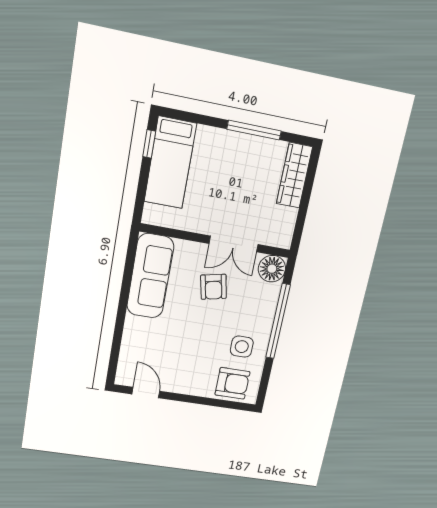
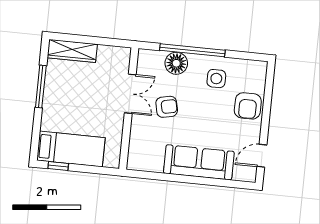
floor lamp: (272, 269) -> (176, 63), moved
sofa: (150, 276) -> (199, 162), moved
armchair: (232, 383) -> (248, 106), moved, turned 180

